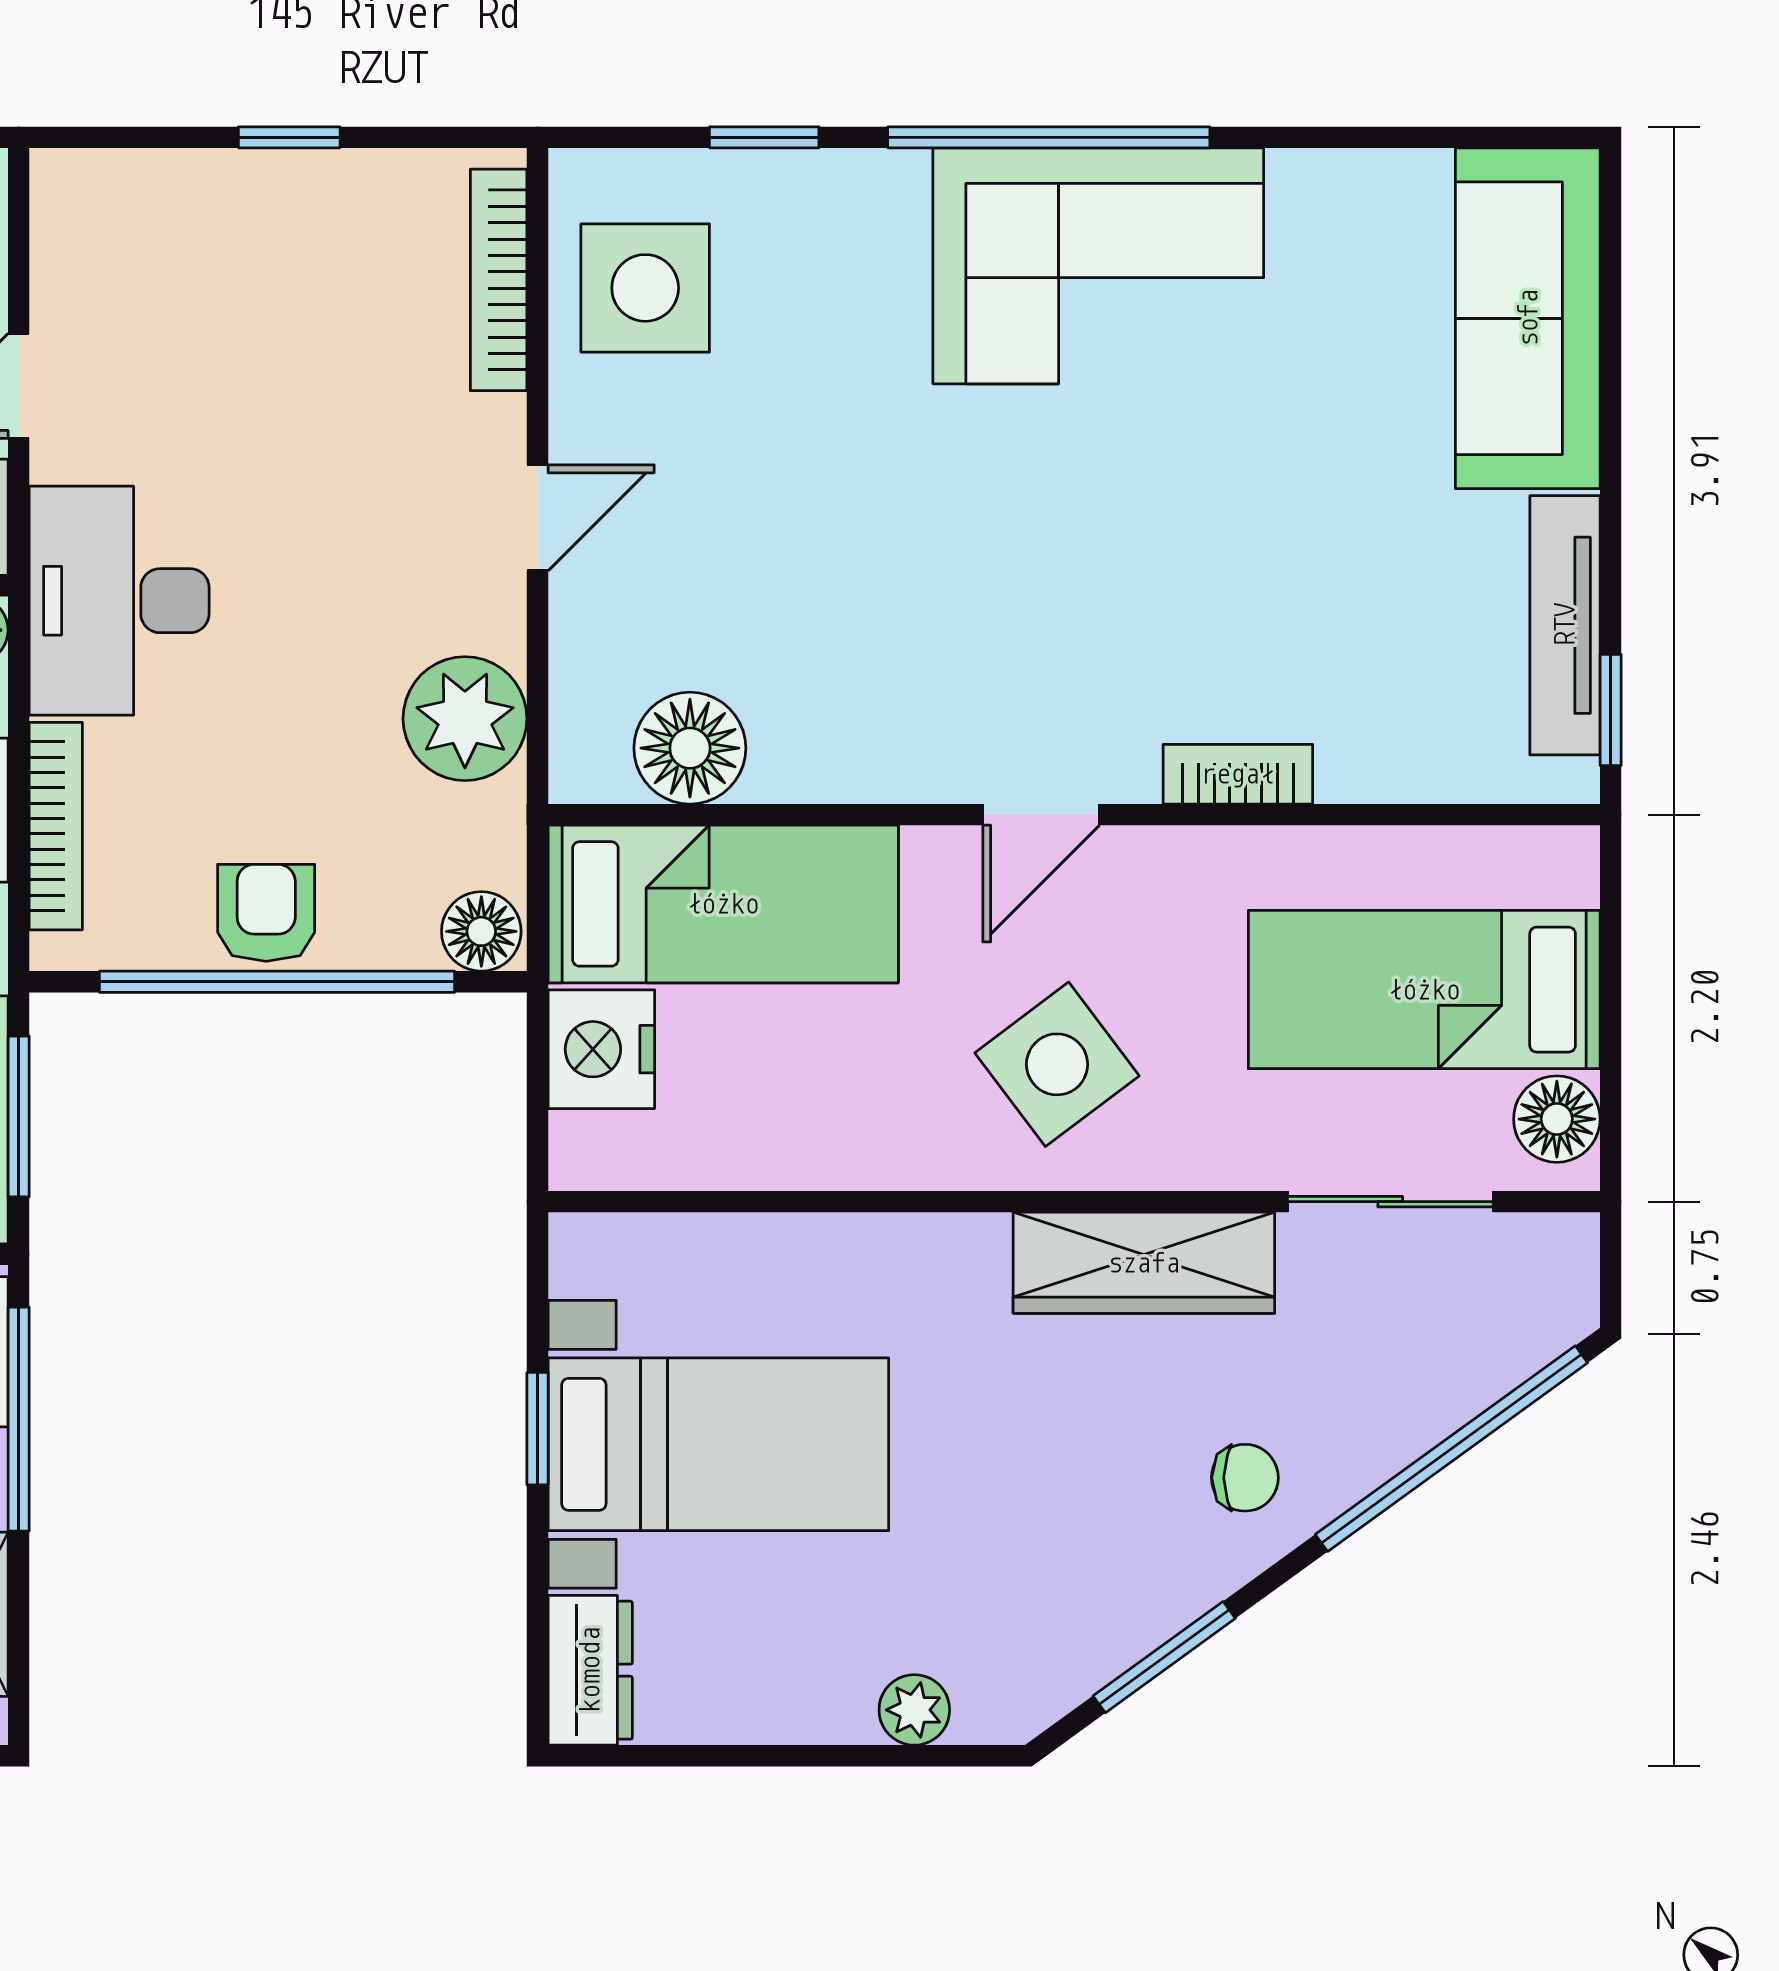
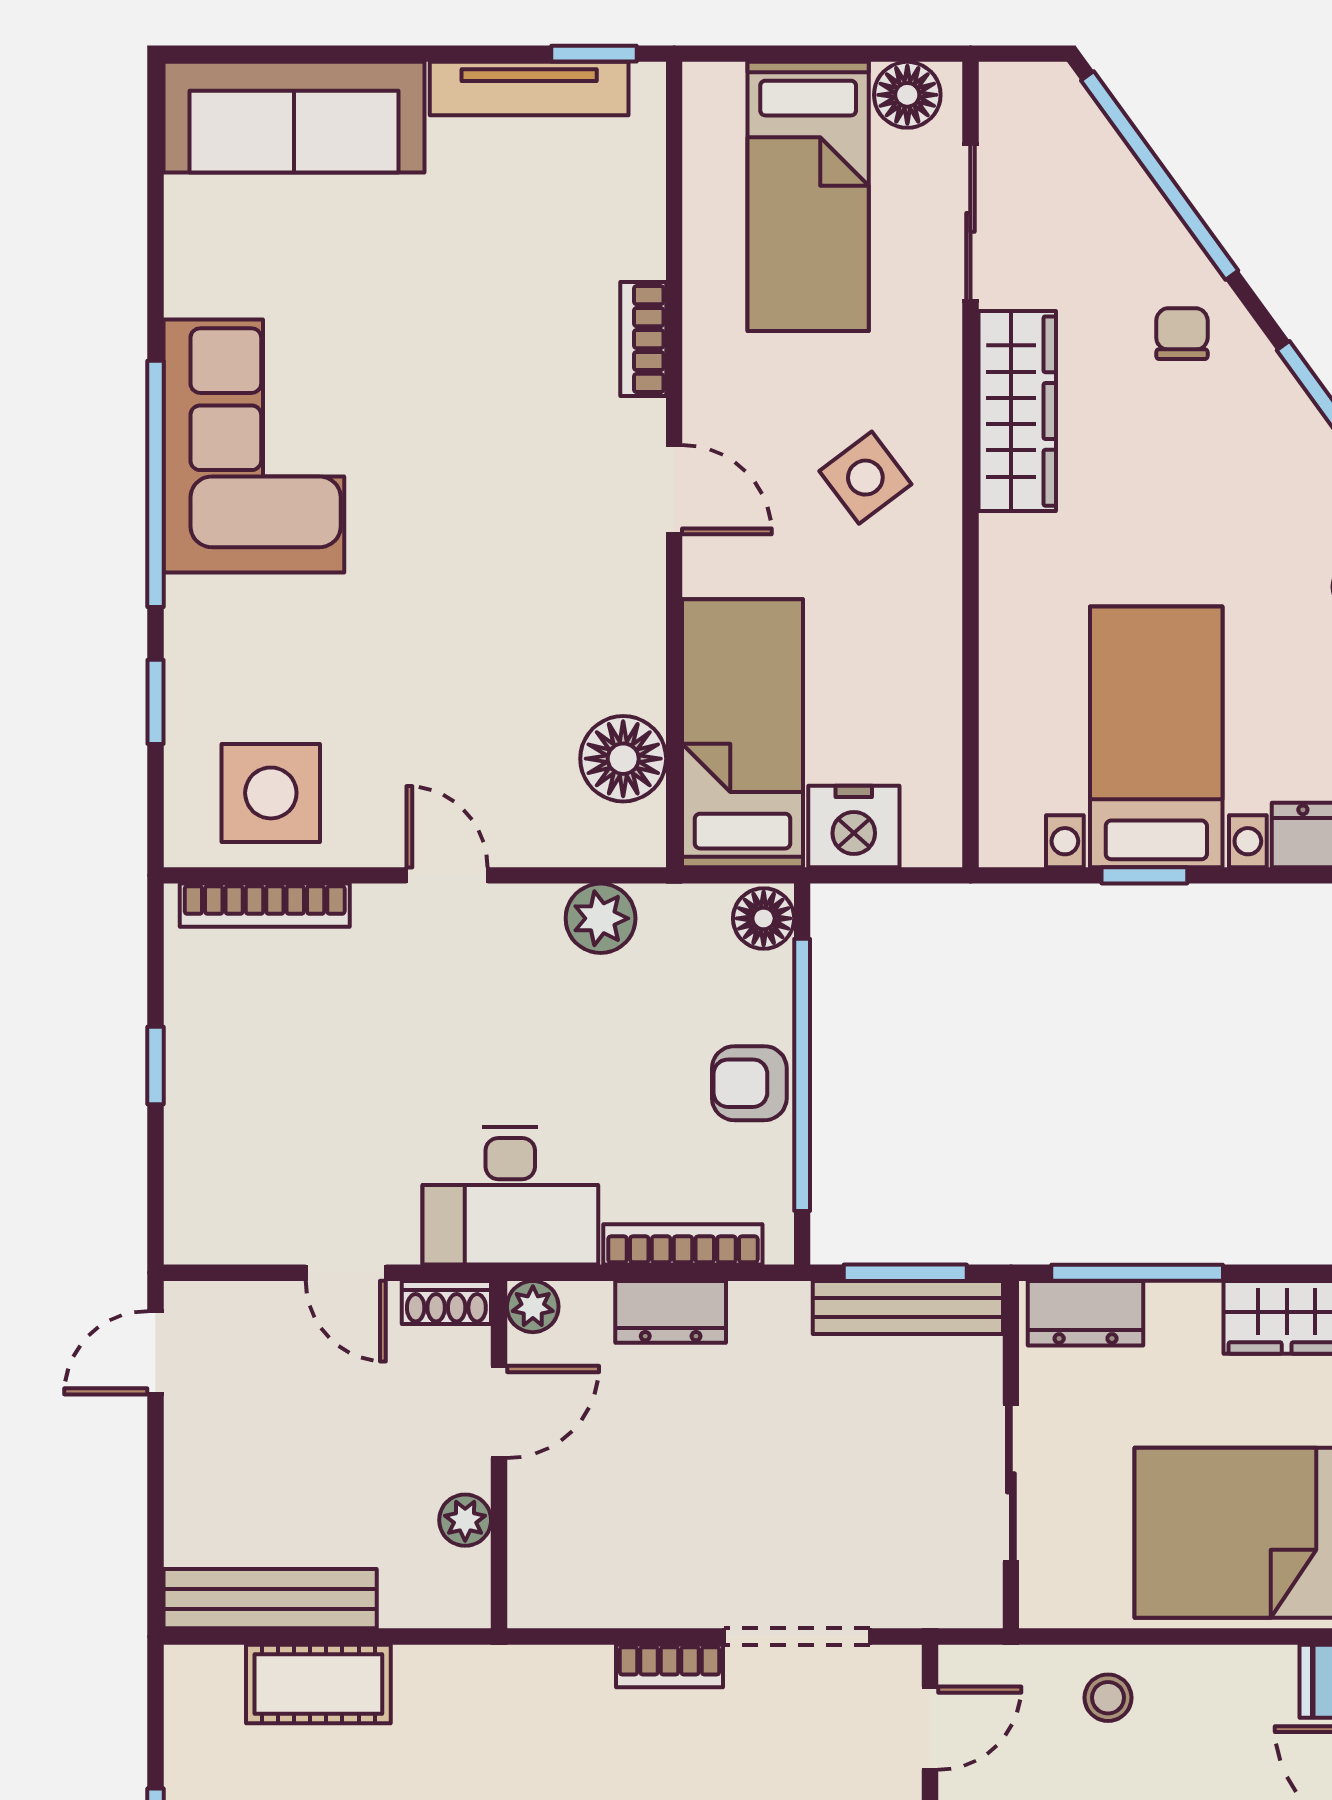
plant: (465, 719) -> (601, 918), width x0.73, depth x0.73
side table: (1057, 1064) -> (865, 478), width x0.73, depth x0.73

